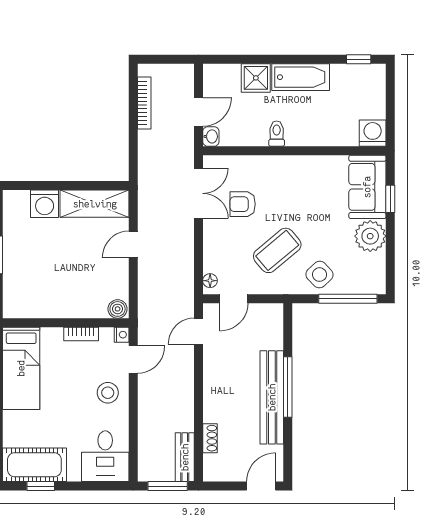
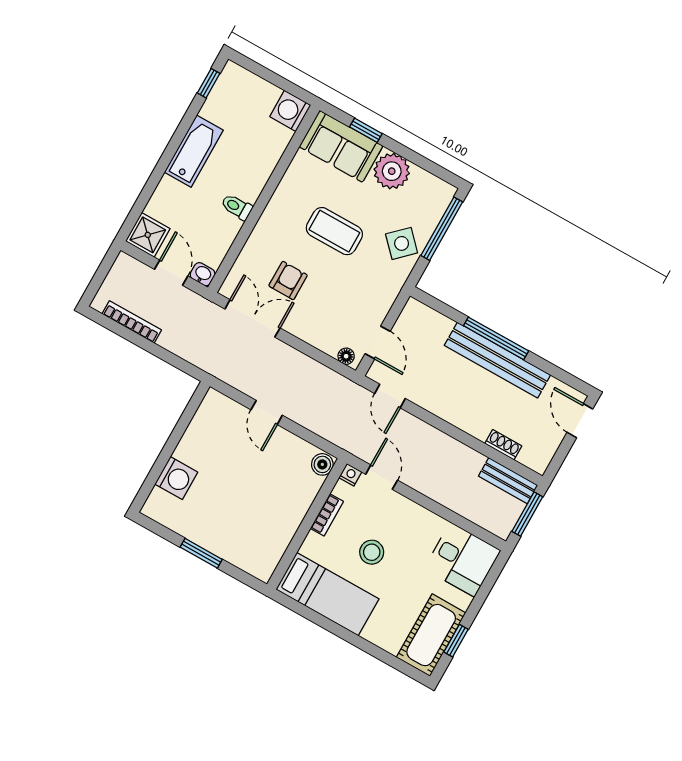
shower: (256, 78) -> (148, 235), moved
shelving: (95, 204) -> (204, 428), removed
armchair: (243, 204) -> (288, 280), turned 180
coffee table: (277, 250) -> (334, 231), moved, turned -50
stool: (108, 393) -> (372, 552), moved

